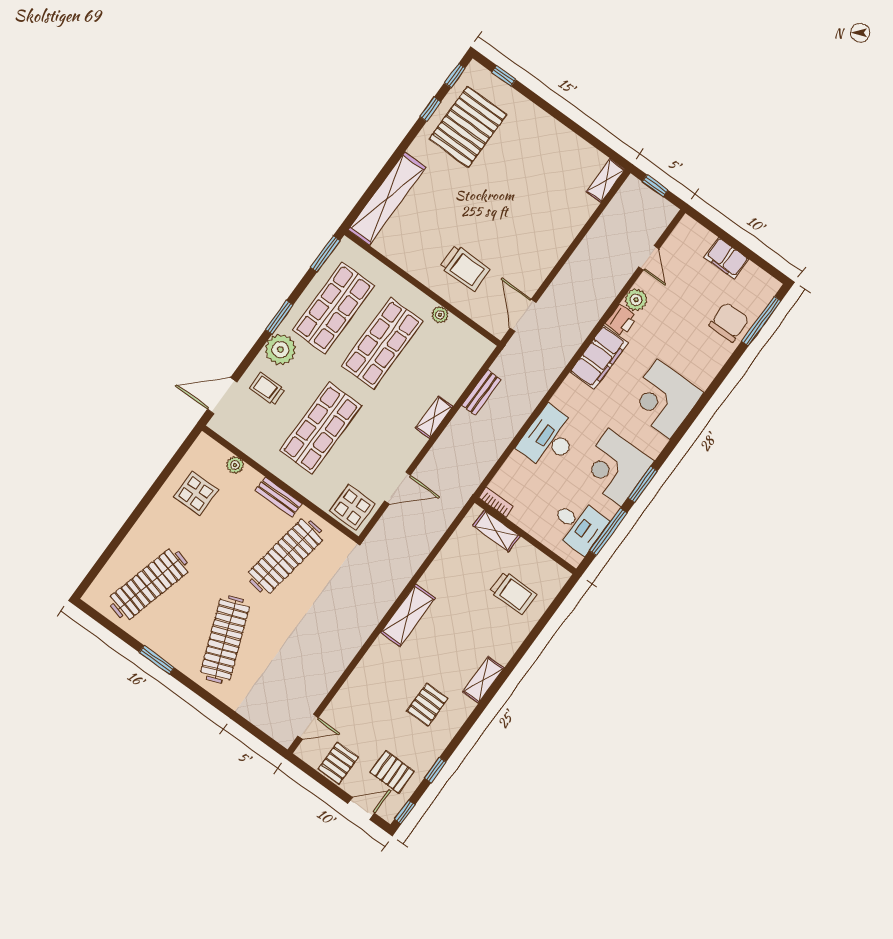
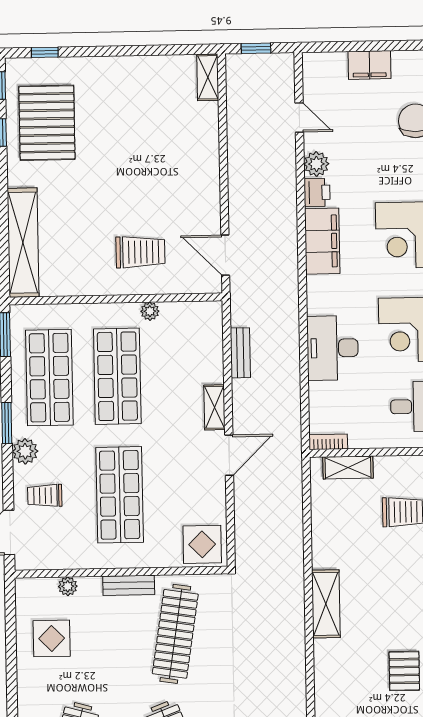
plant: (280, 349) -> (25, 451), width x0.73, depth x0.73
door: (398, 488) -> (229, 455), moved

